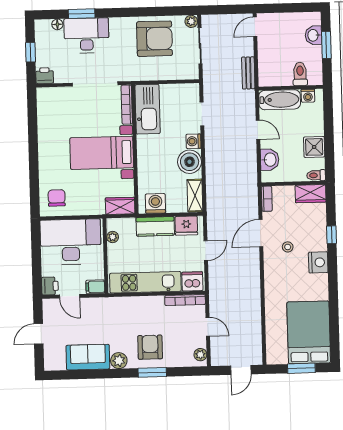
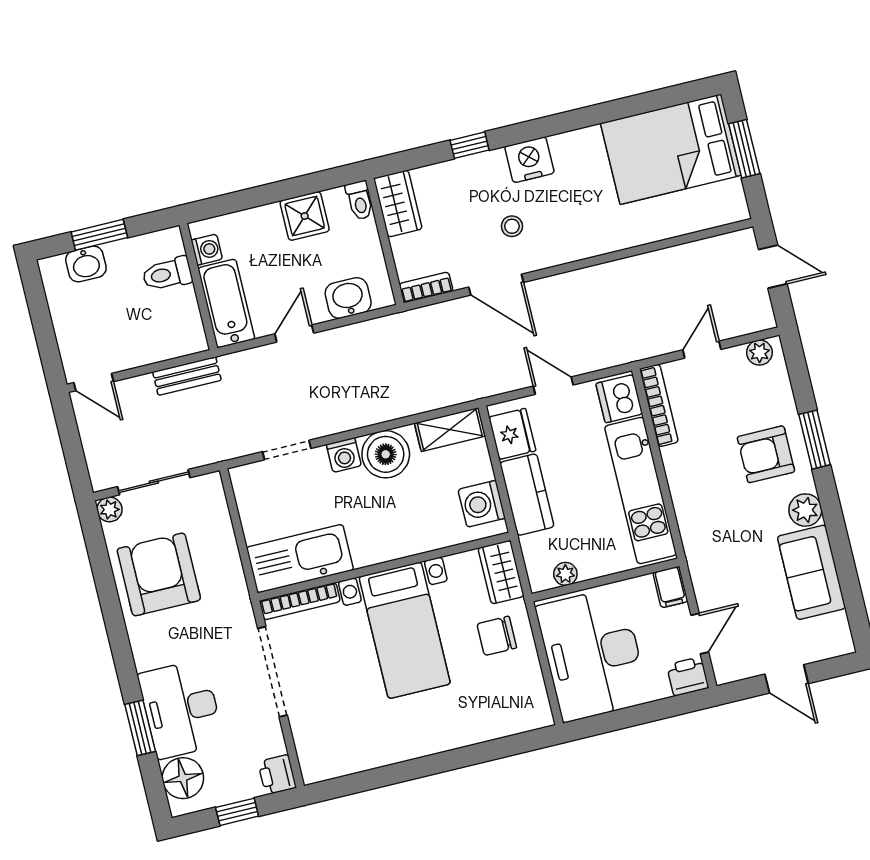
floor lamp: (57, 24) -> (183, 778), width x1.89, depth x1.89
chair: (57, 198) -> (497, 636), moved

